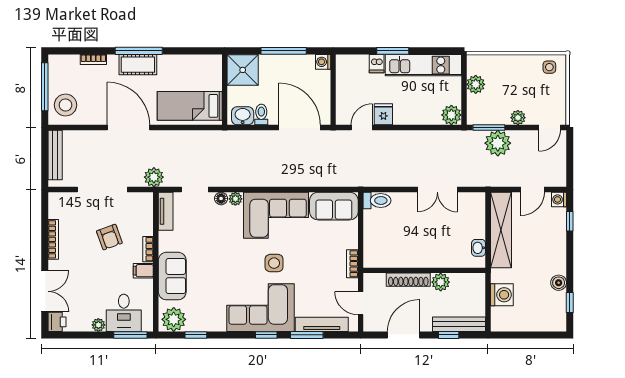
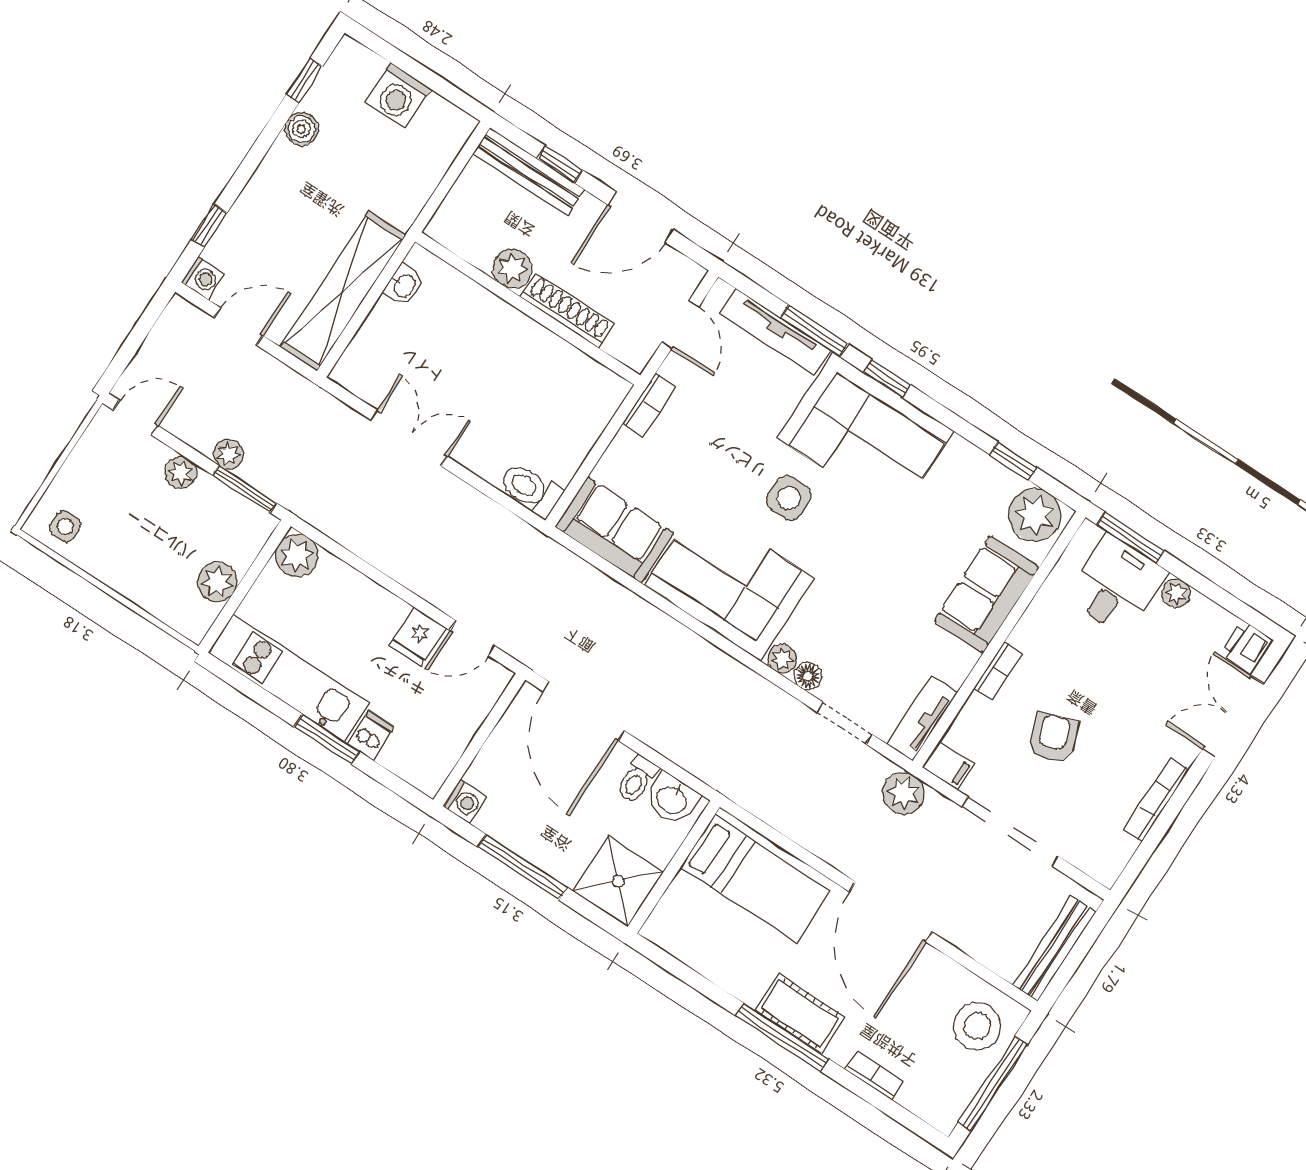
plant: (498, 143) -> (229, 454), width x0.53, depth x0.53
filing cabinet: (143, 271) -> (948, 765), moved
washing machine: (502, 295) -> (398, 96), moved, turned -90

